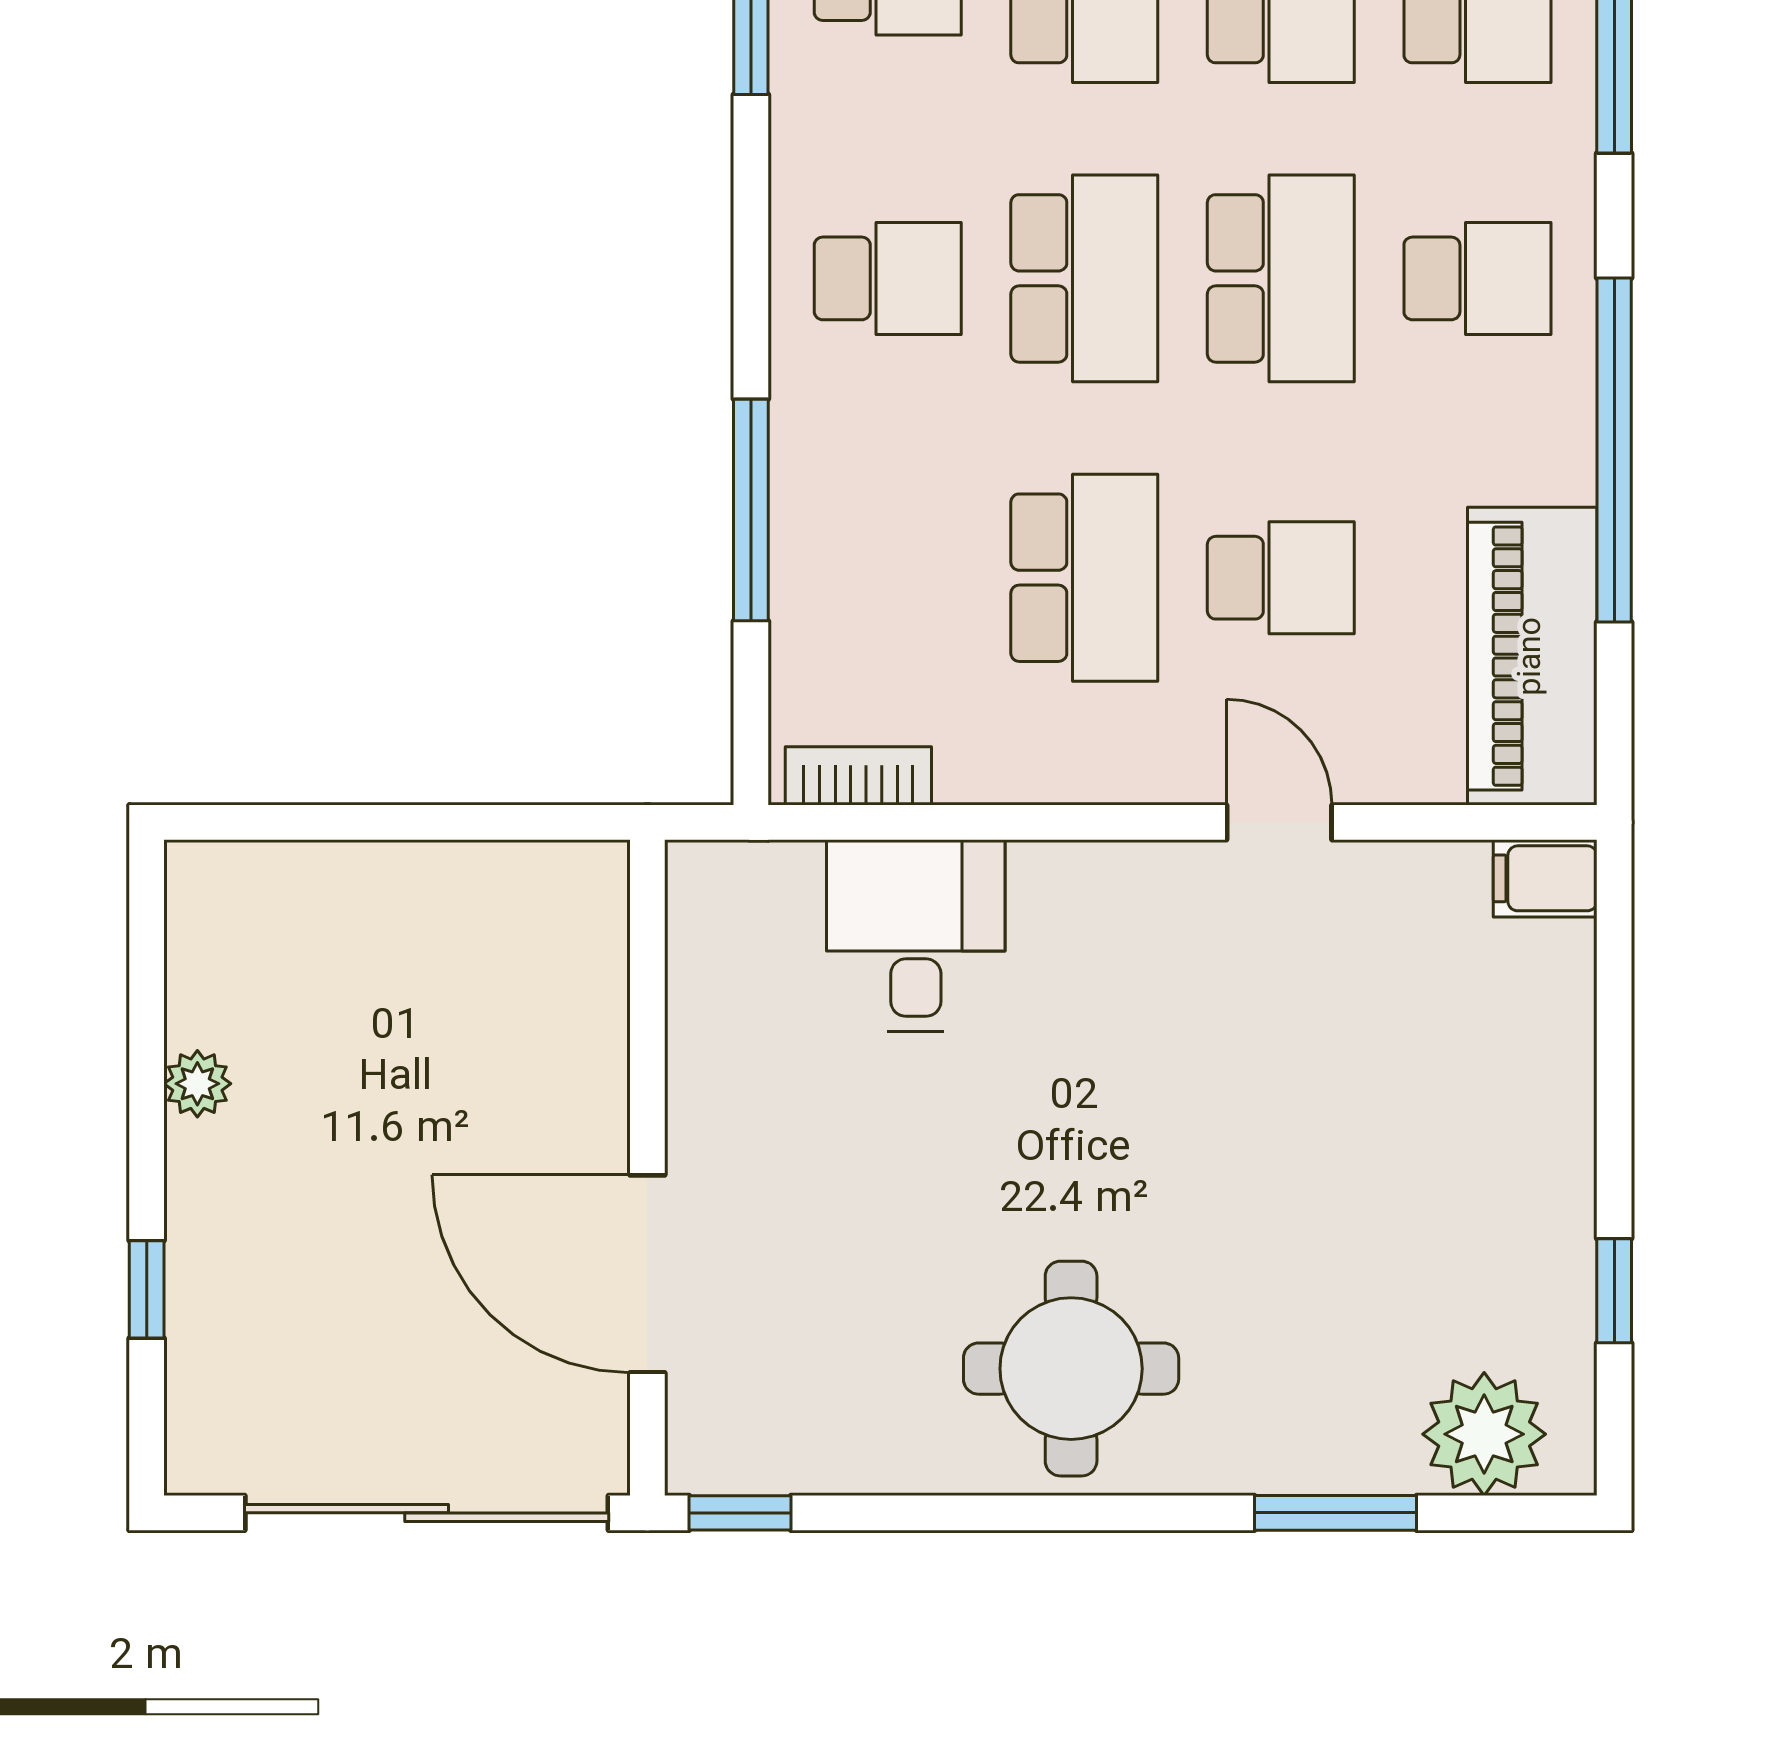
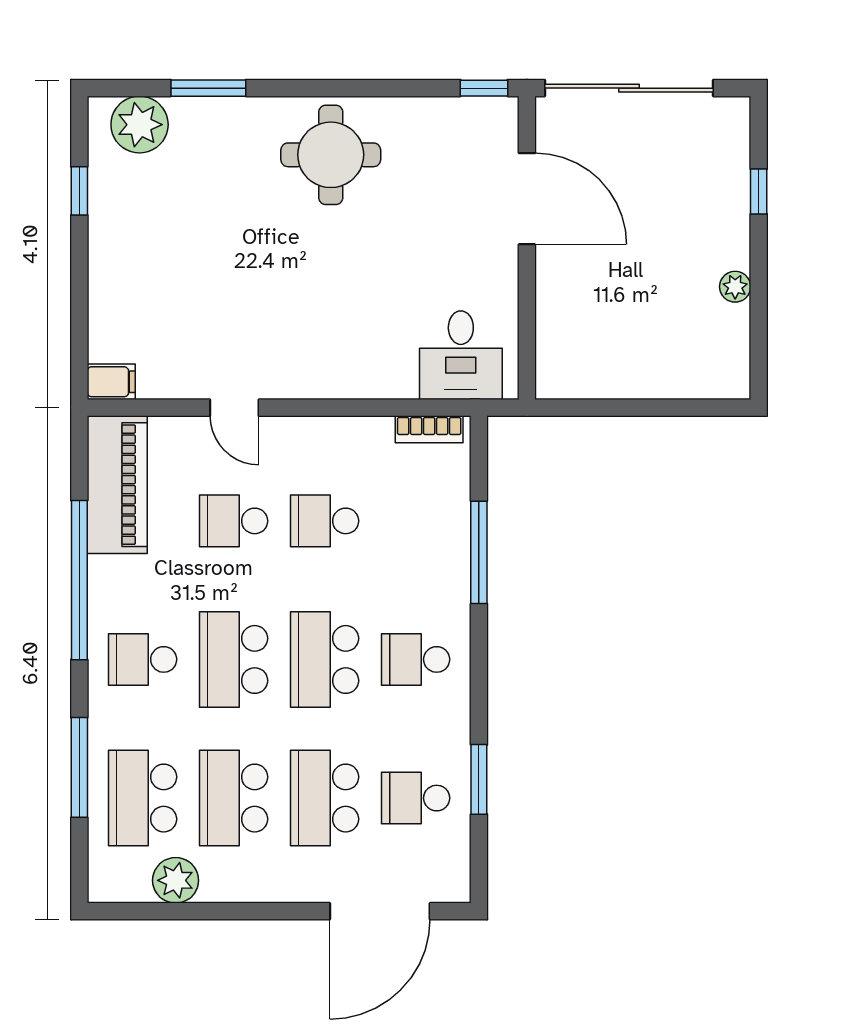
school desk: (1084, 578) -> (325, 521), width x0.54
desk: (916, 936) -> (461, 355), moved

